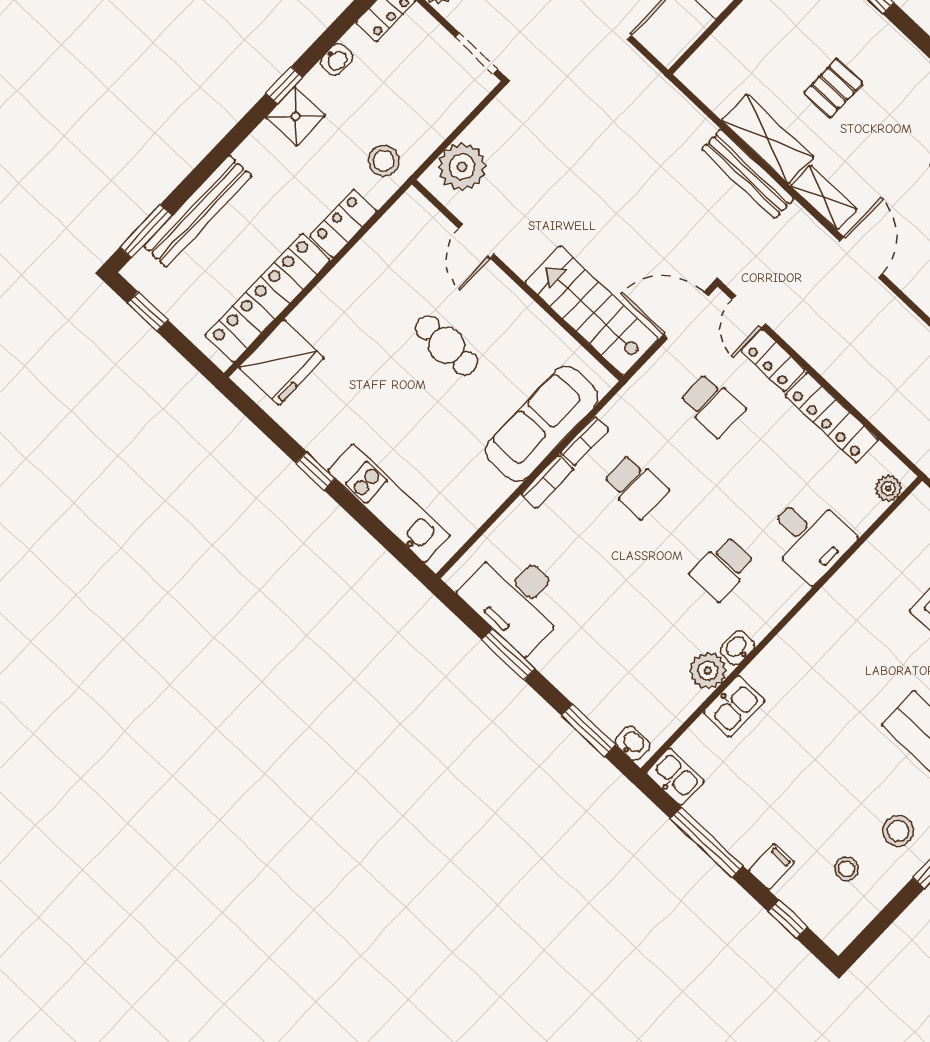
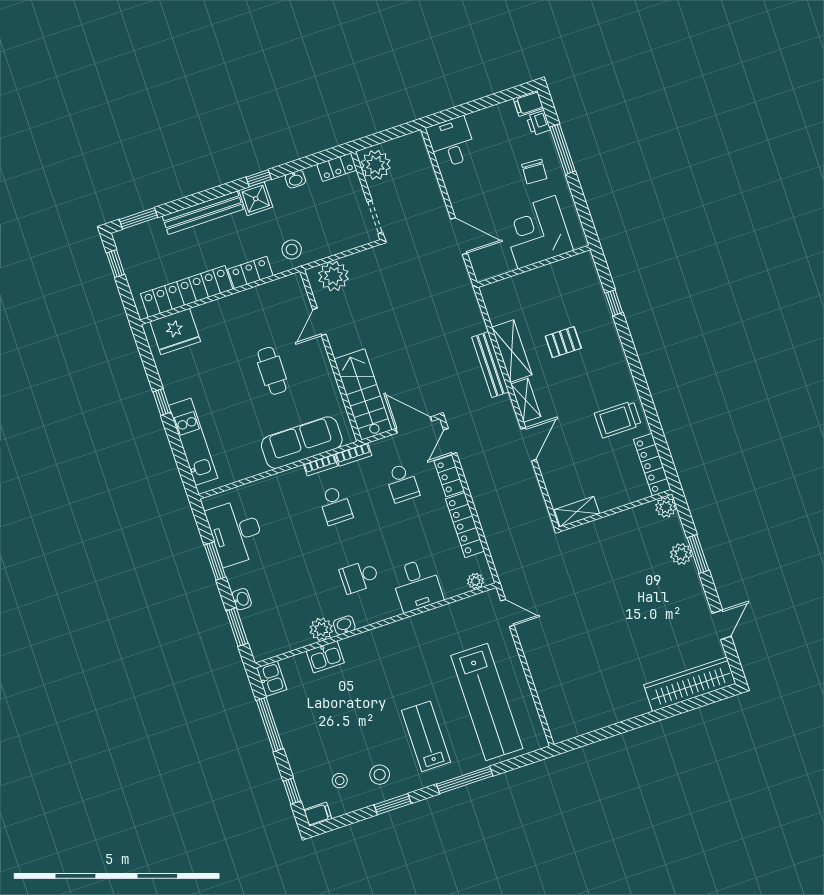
bench: (198, 211) -> (203, 213), moved
bookcase: (547, 482) -> (353, 455), moved
washbasin: (632, 743) -> (242, 599), moved
filing cabinet: (772, 867) -> (318, 814), moved

